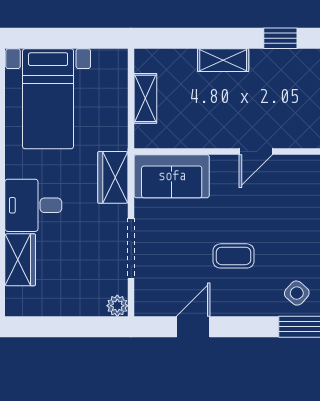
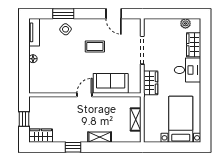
sofa: (172, 176) -> (111, 83), moved
plant: (117, 306) -> (185, 23), moved
door: (193, 327) -> (114, 14), hinge flipped

